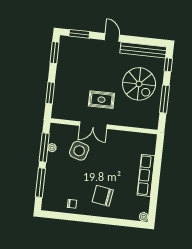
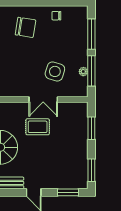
double door: (93, 125) -> (43, 100), swing flipped

